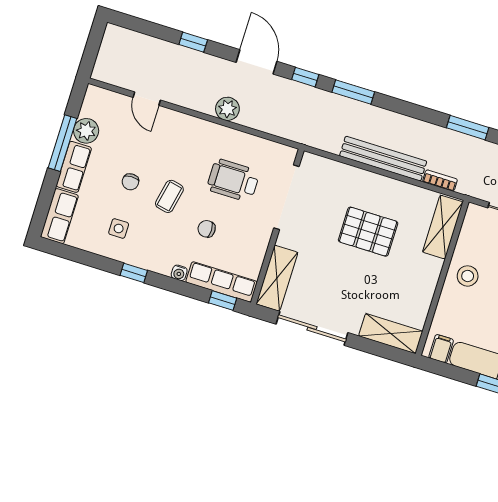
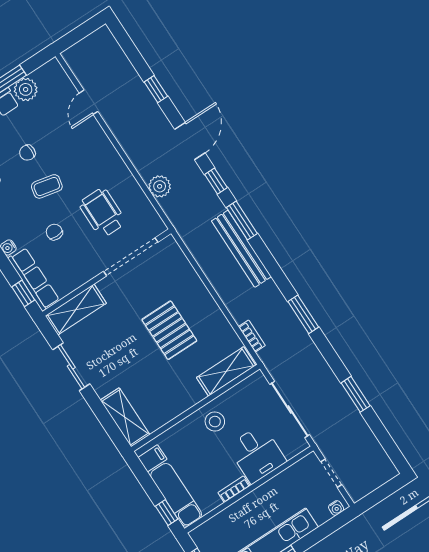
plant: (227, 109) -> (160, 186), moved
bench: (383, 159) -> (241, 249), moved
sliding door: (312, 328) -> (71, 367), width x0.73

